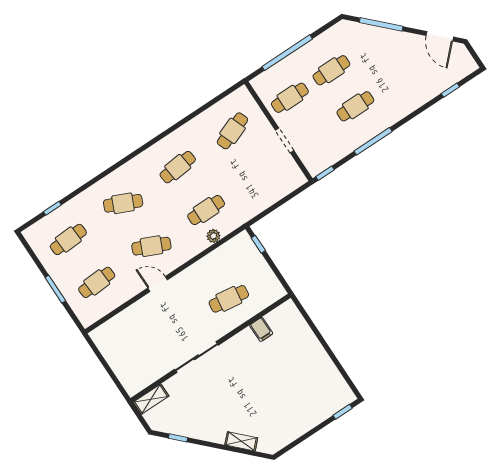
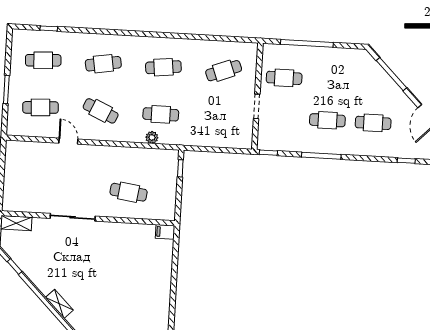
cafe table: (331, 70) -> (373, 123), moved
cafe table: (123, 203) -> (103, 64), turned -33
door: (158, 284) -> (68, 141), moved
filing cabinet: (261, 329) -> (165, 232), moved, turned 90

